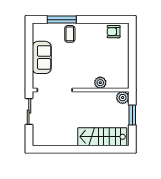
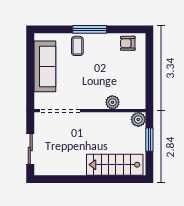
window: (62, 20) -> (90, 29), moved
sofa: (42, 57) -> (45, 66), width x1.36
sliding door: (29, 111) -> (30, 149), moved

